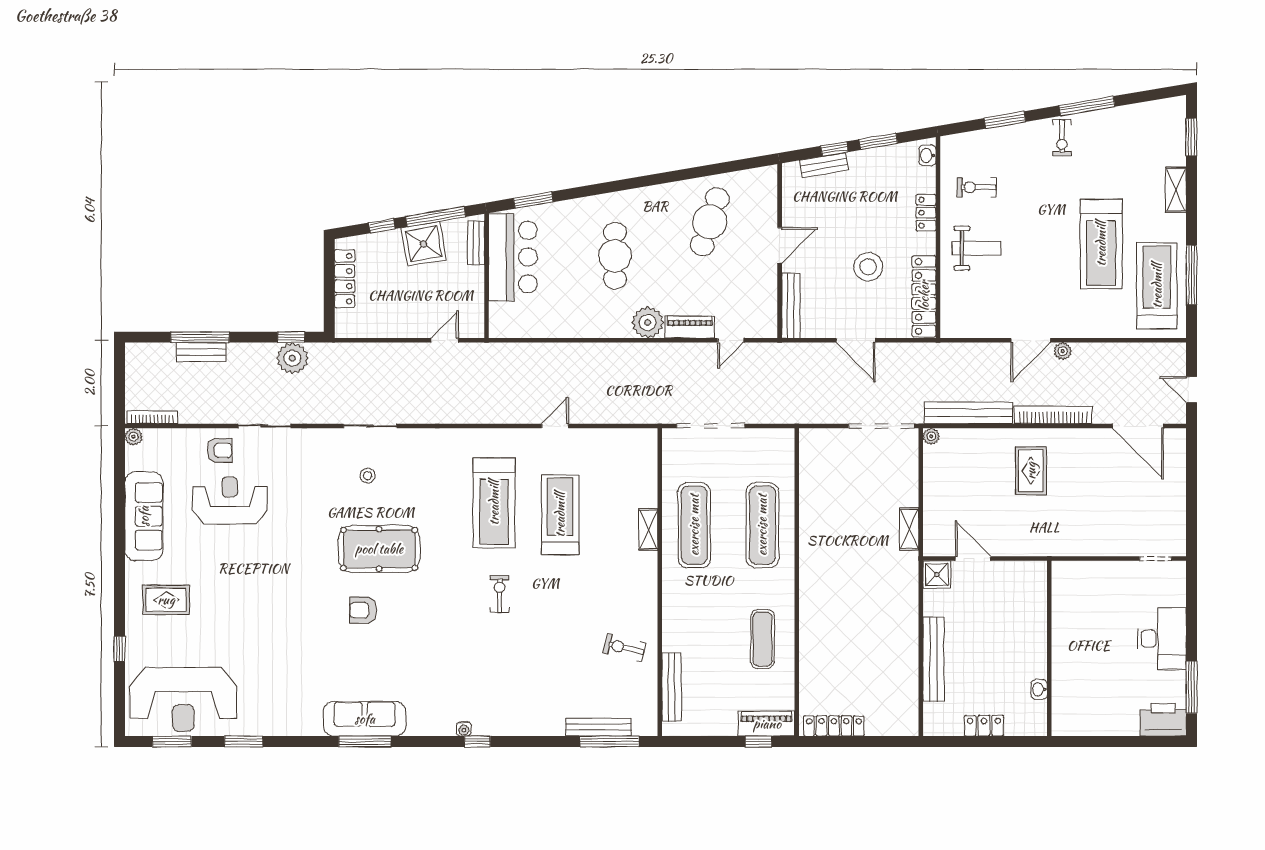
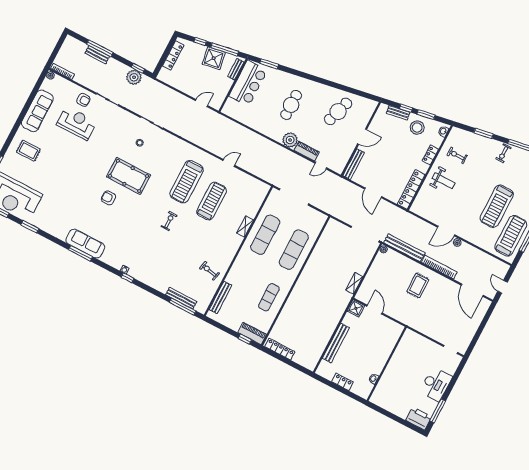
stool: (868, 267) -> (417, 128), moved

